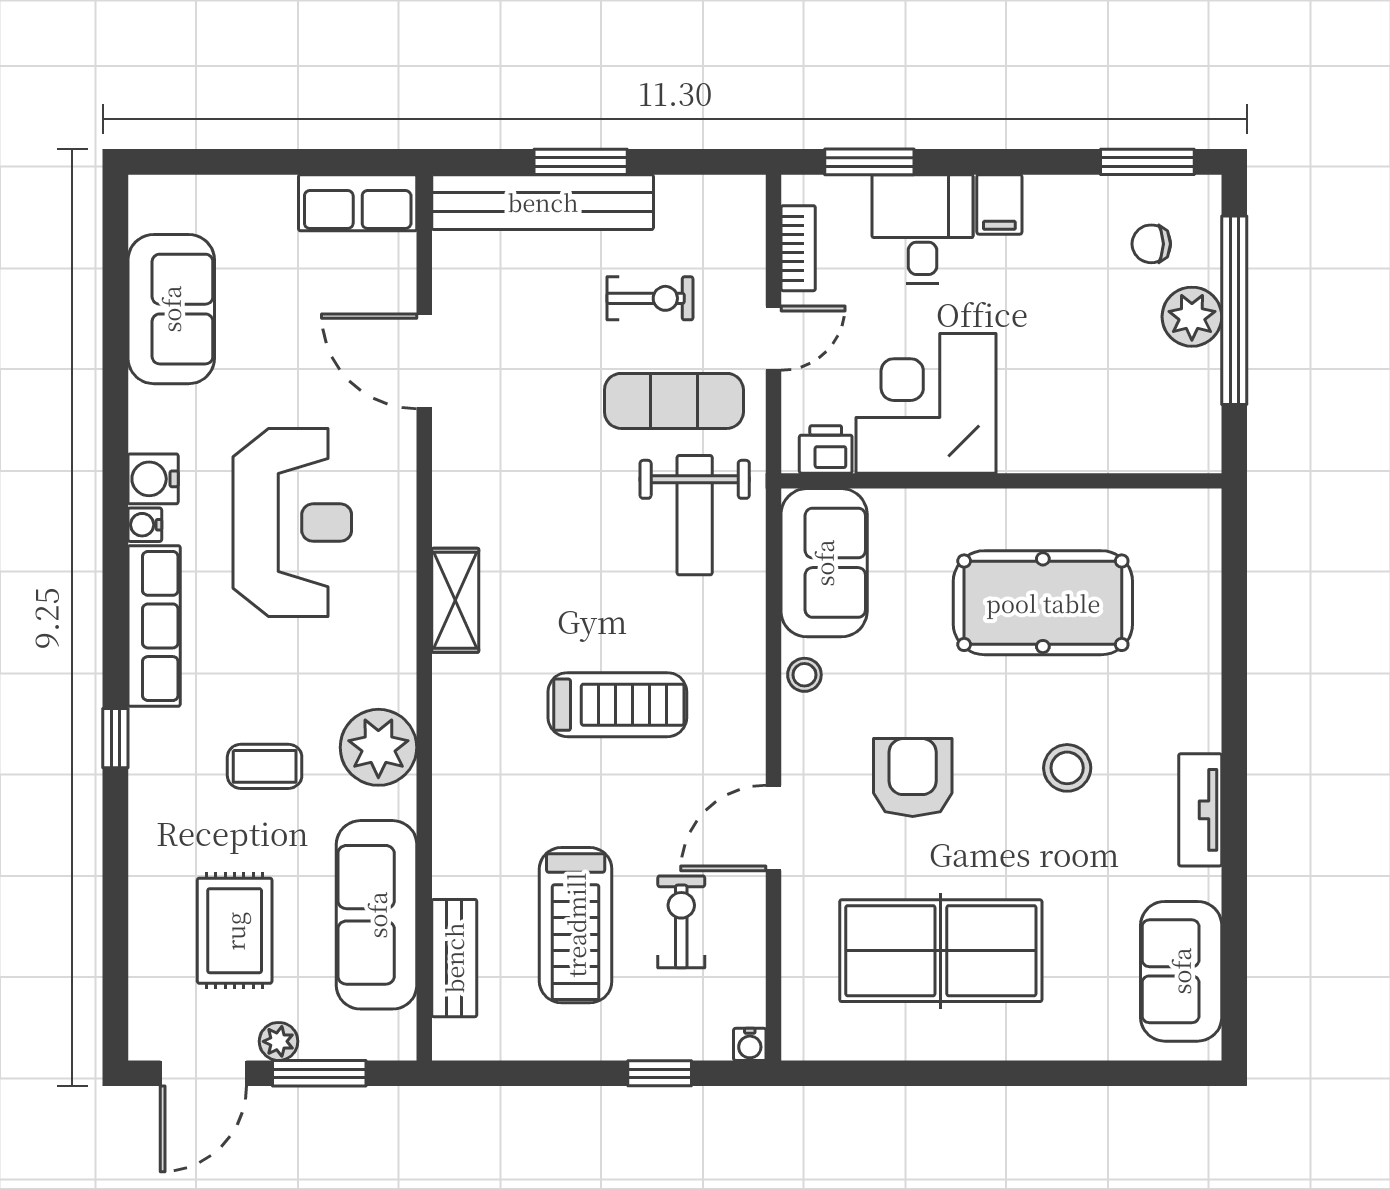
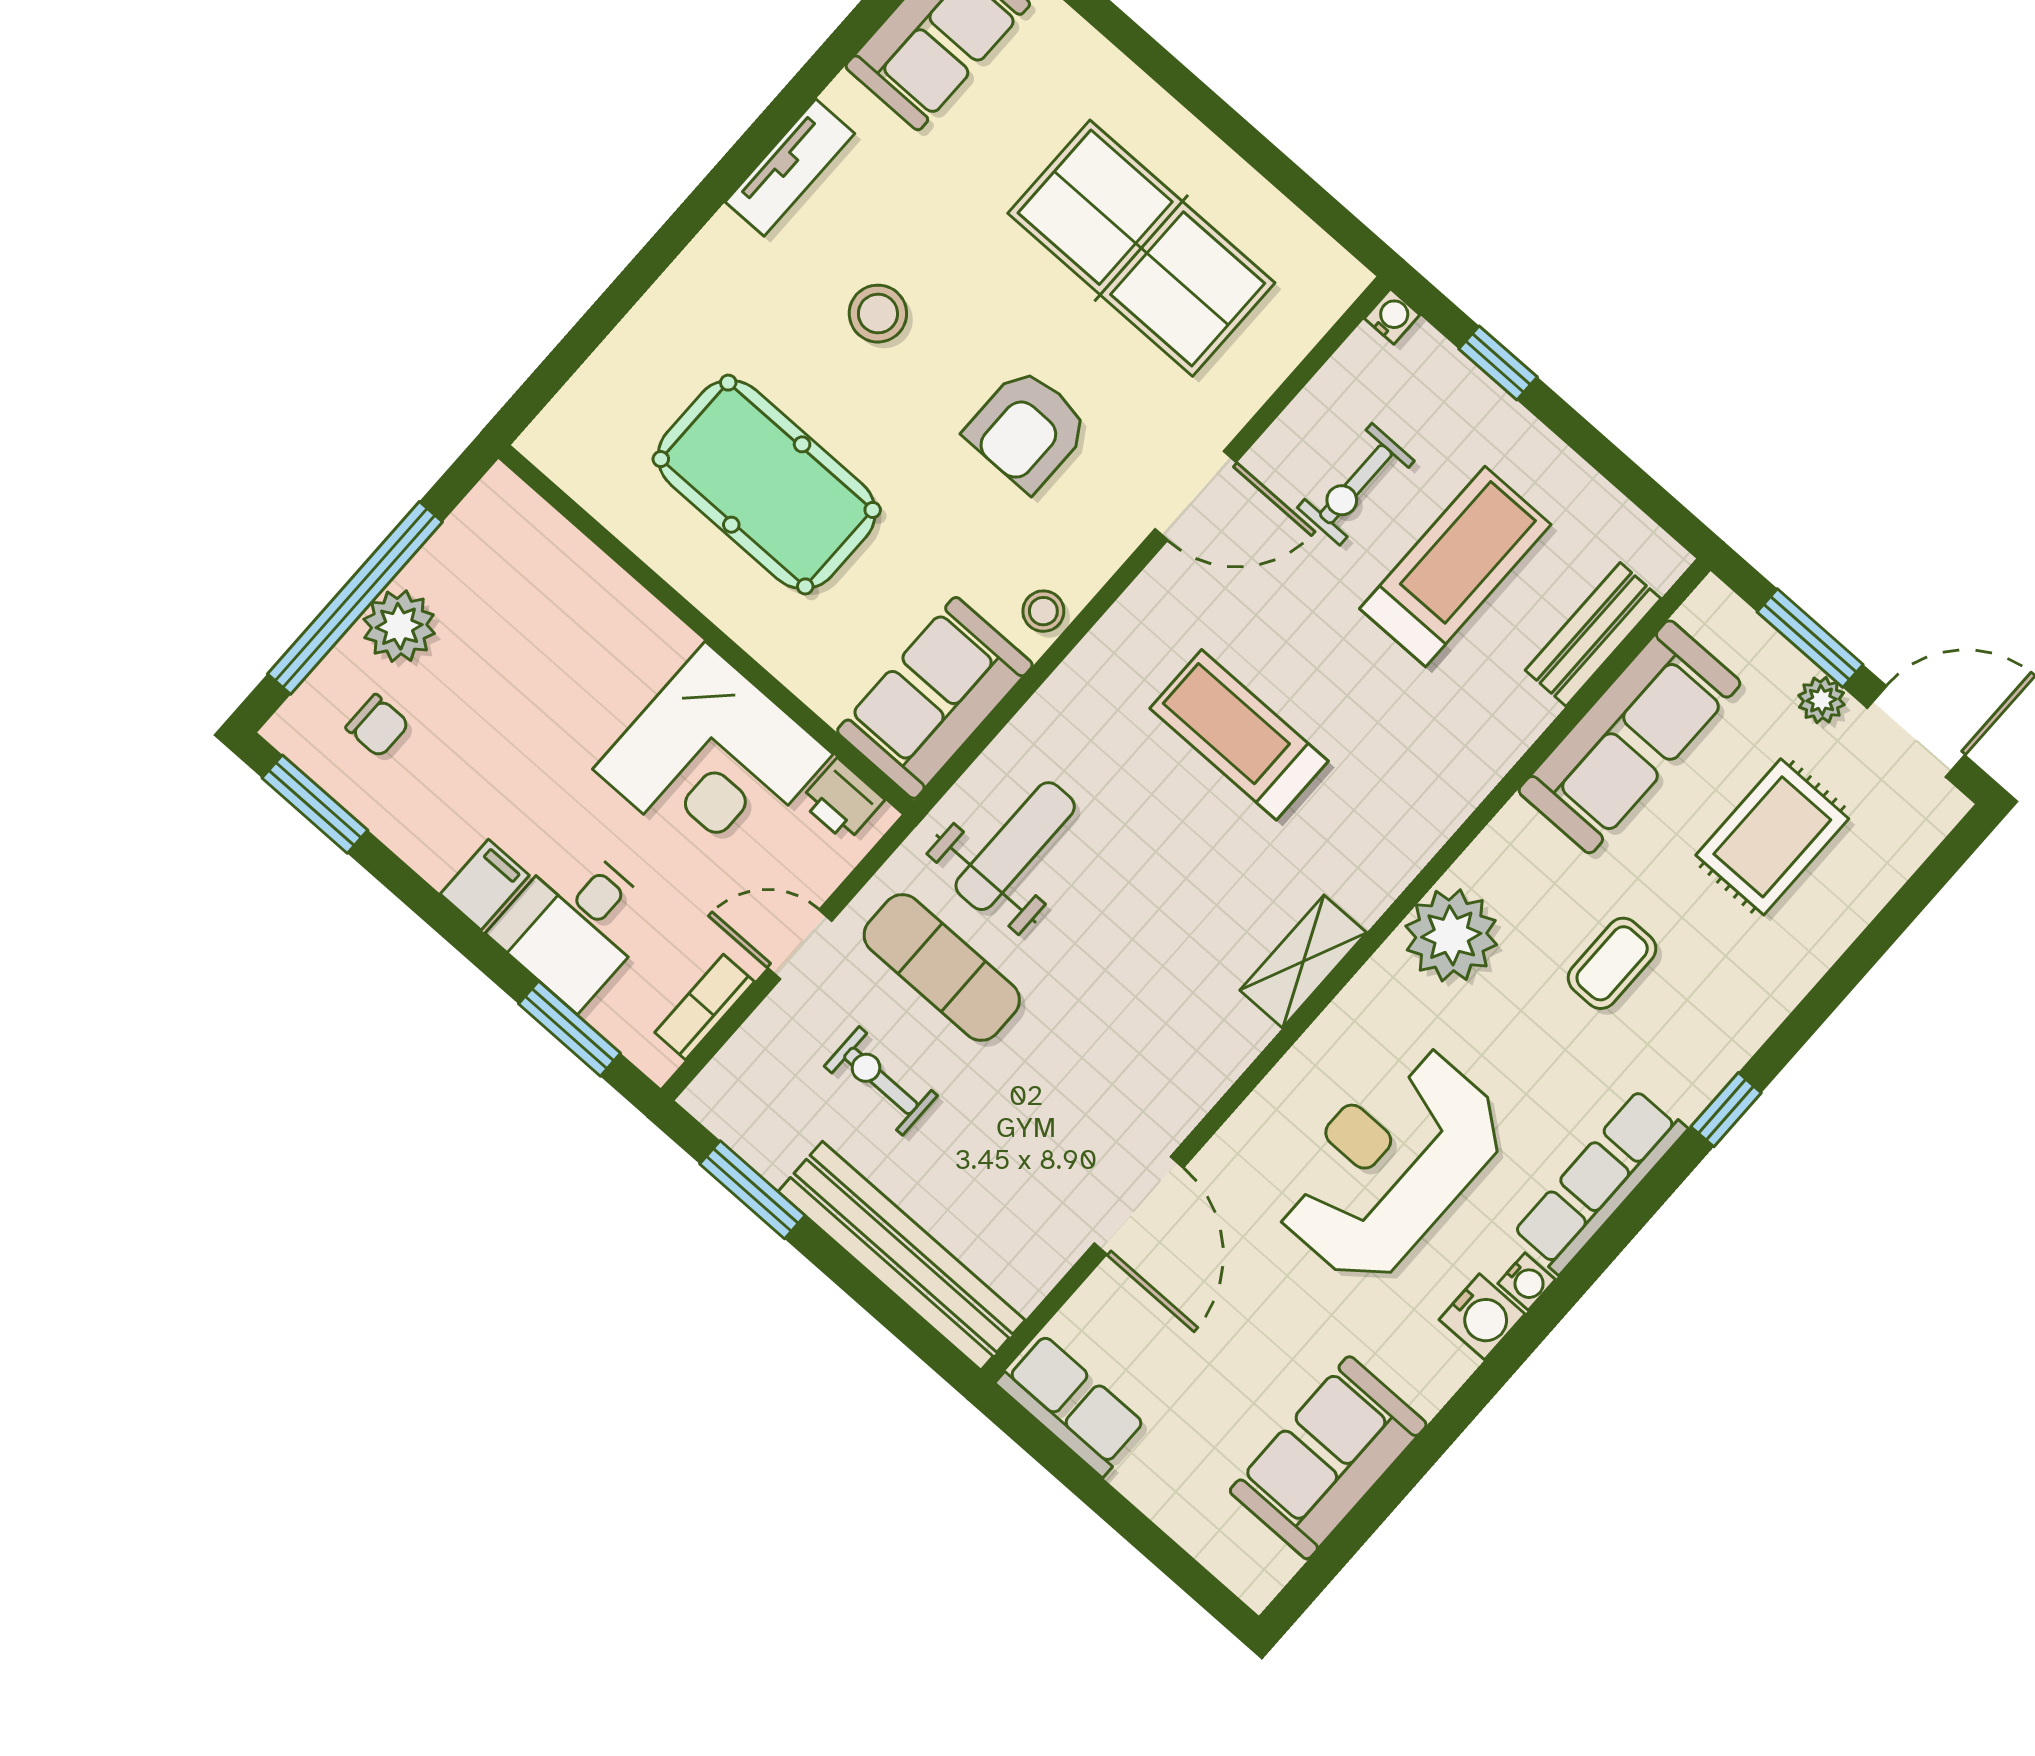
window: (581, 162) -> (752, 1190), moved
plant: (378, 747) -> (1451, 935), moved
coffee table: (265, 766) -> (1612, 963), turned 90

